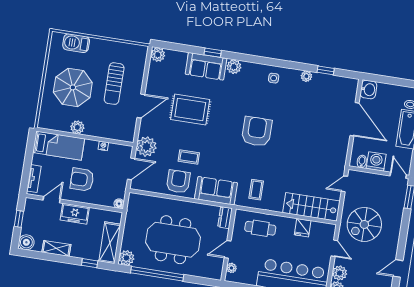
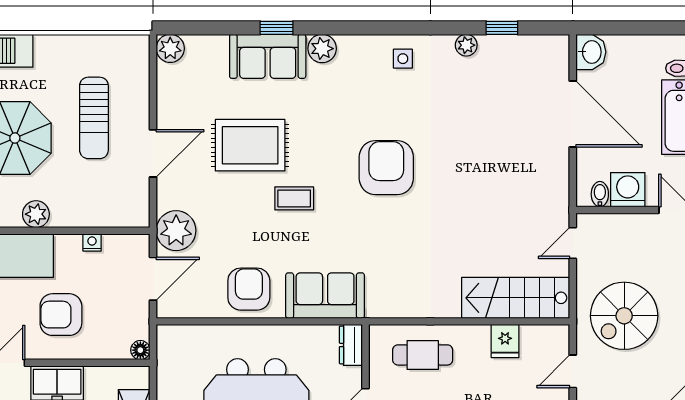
coffee table: (189, 157) -> (294, 198), moved
coffee table: (256, 190) -> (403, 281), removed
door: (334, 248) -> (573, 371), swing flipped

